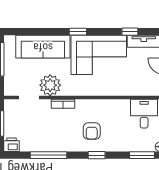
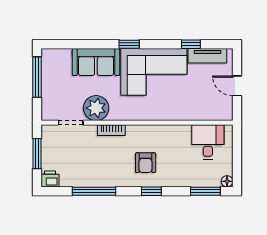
sofa: (43, 47) -> (96, 62), width x0.73

